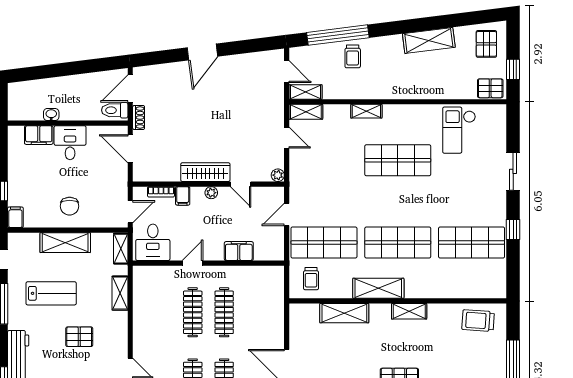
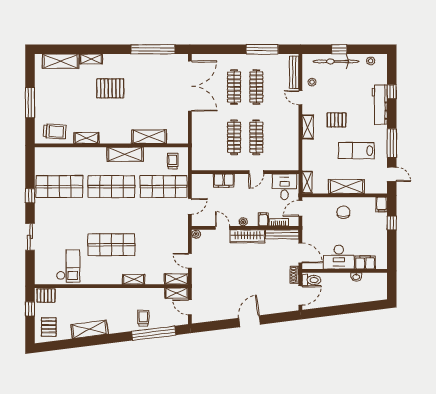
desk: (70, 143) -> (339, 257), width x1.37
bench: (156, 175) -> (282, 234), added
shelving: (120, 293) -> (308, 127), moved
shelving: (409, 311) -> (87, 138), moved

